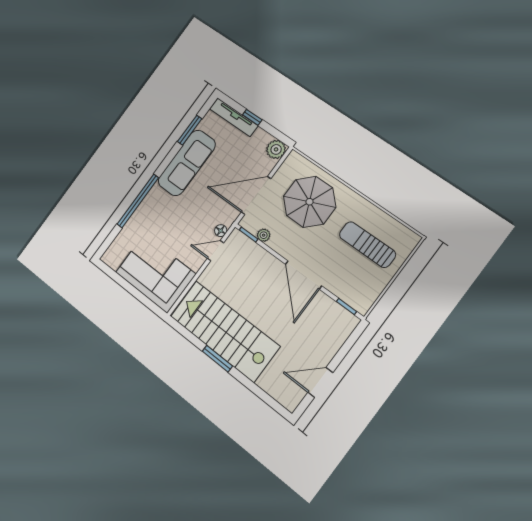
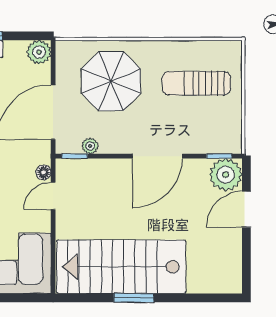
door: (303, 275) -> (157, 156), hinge flipped
plant: (342, 323) -> (226, 175), added
door: (320, 382) -> (246, 209), moved

